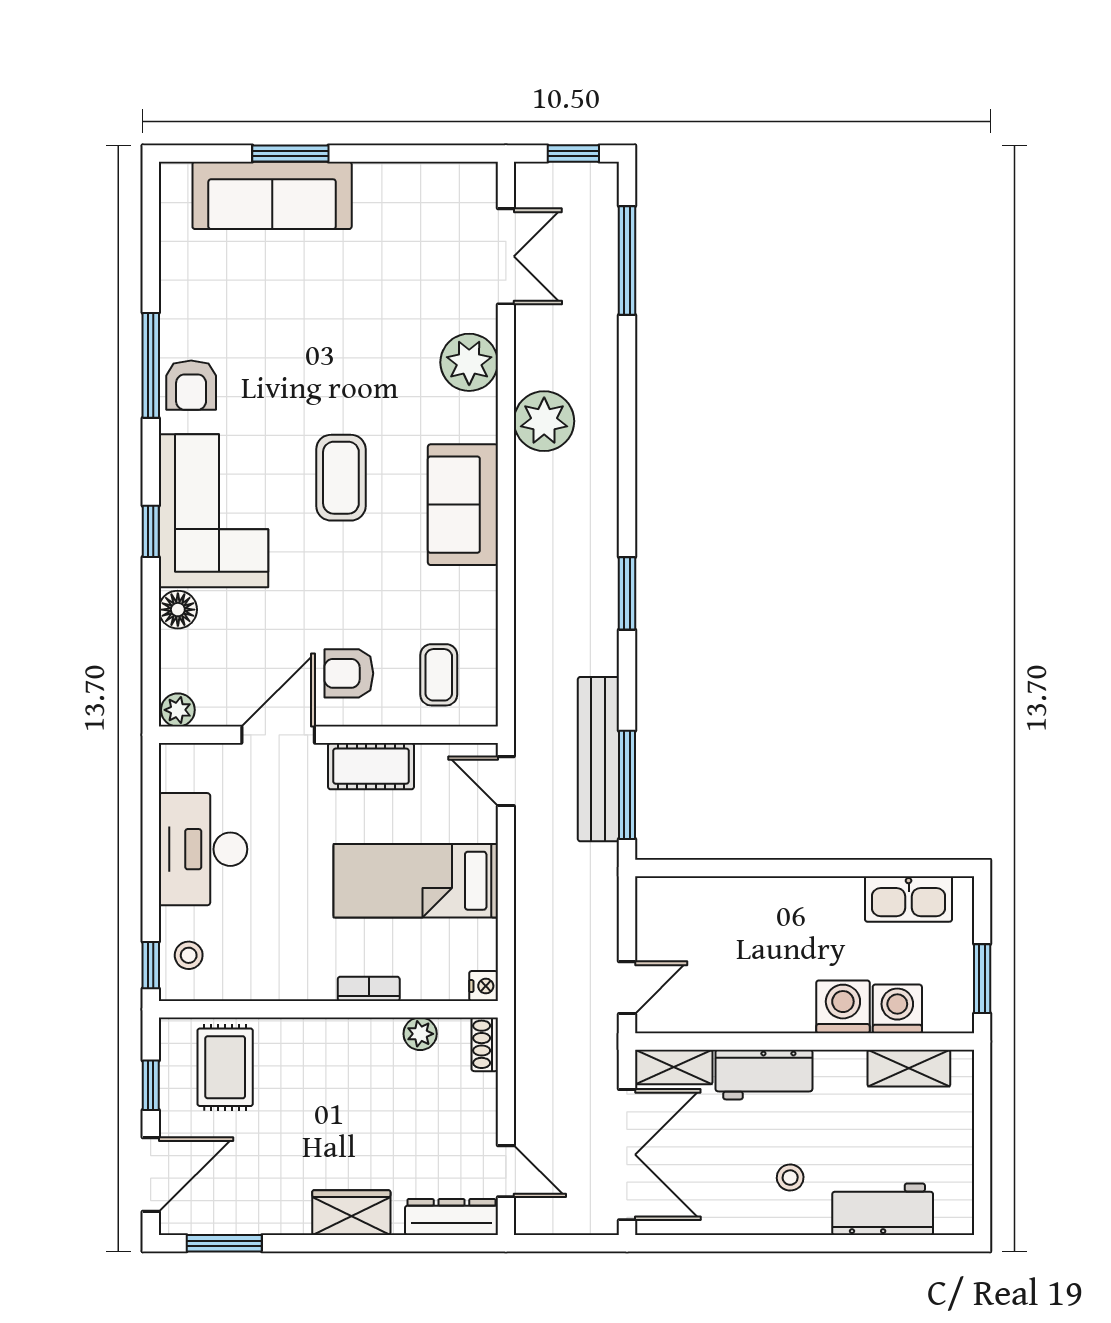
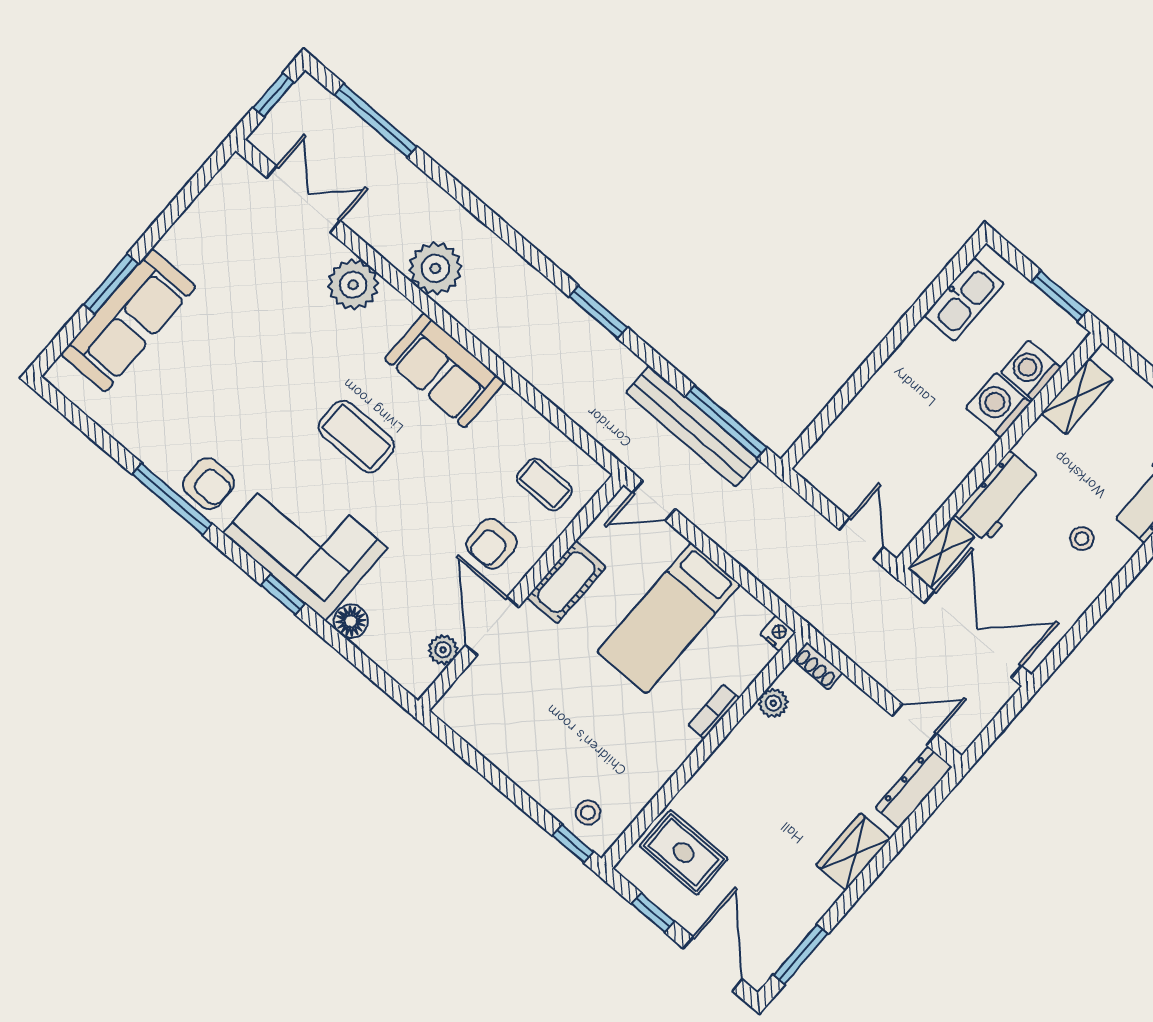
plant: (178, 710) -> (443, 650), moved
desk: (203, 849) -> (525, 742), removed

